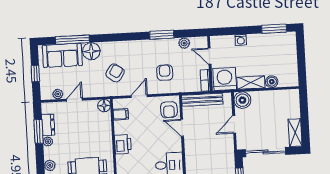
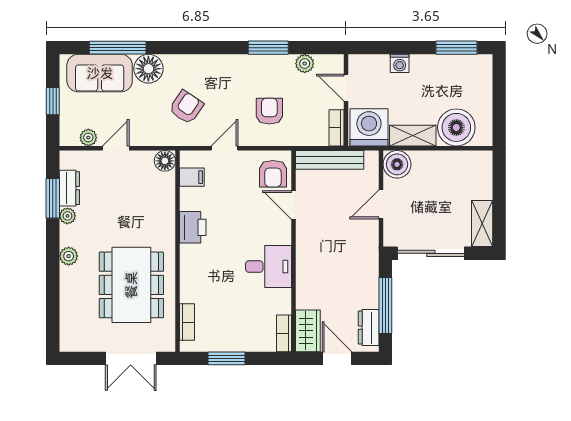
boiler: (272, 82) -> (456, 127), width x1.86, depth x1.86

